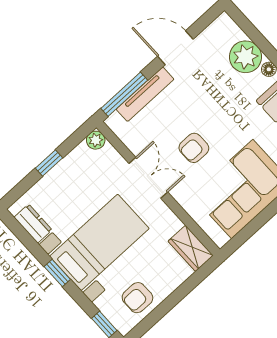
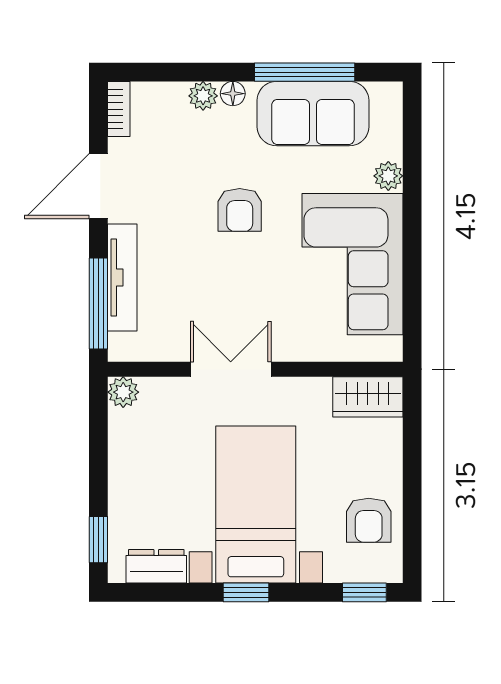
bookcase: (217, 26) -> (119, 109), added
plant: (246, 57) -> (203, 96), width x0.53, depth x0.53
armchair: (194, 148) -> (240, 210), moved
window: (49, 163) -> (98, 540), moved

